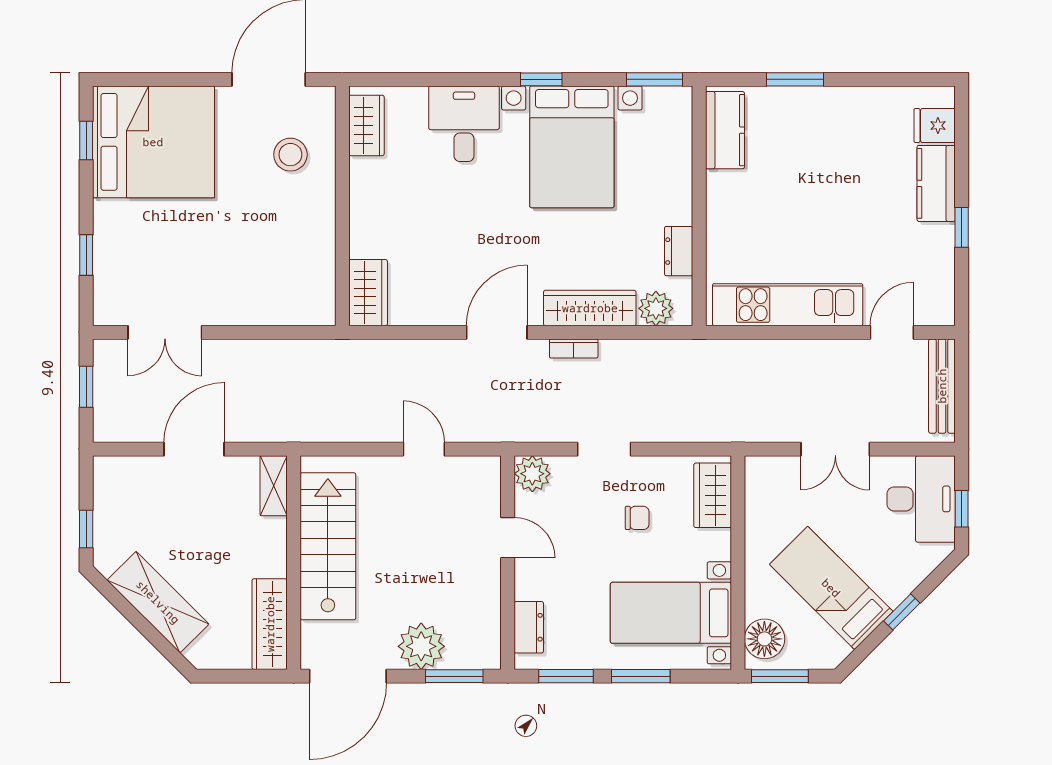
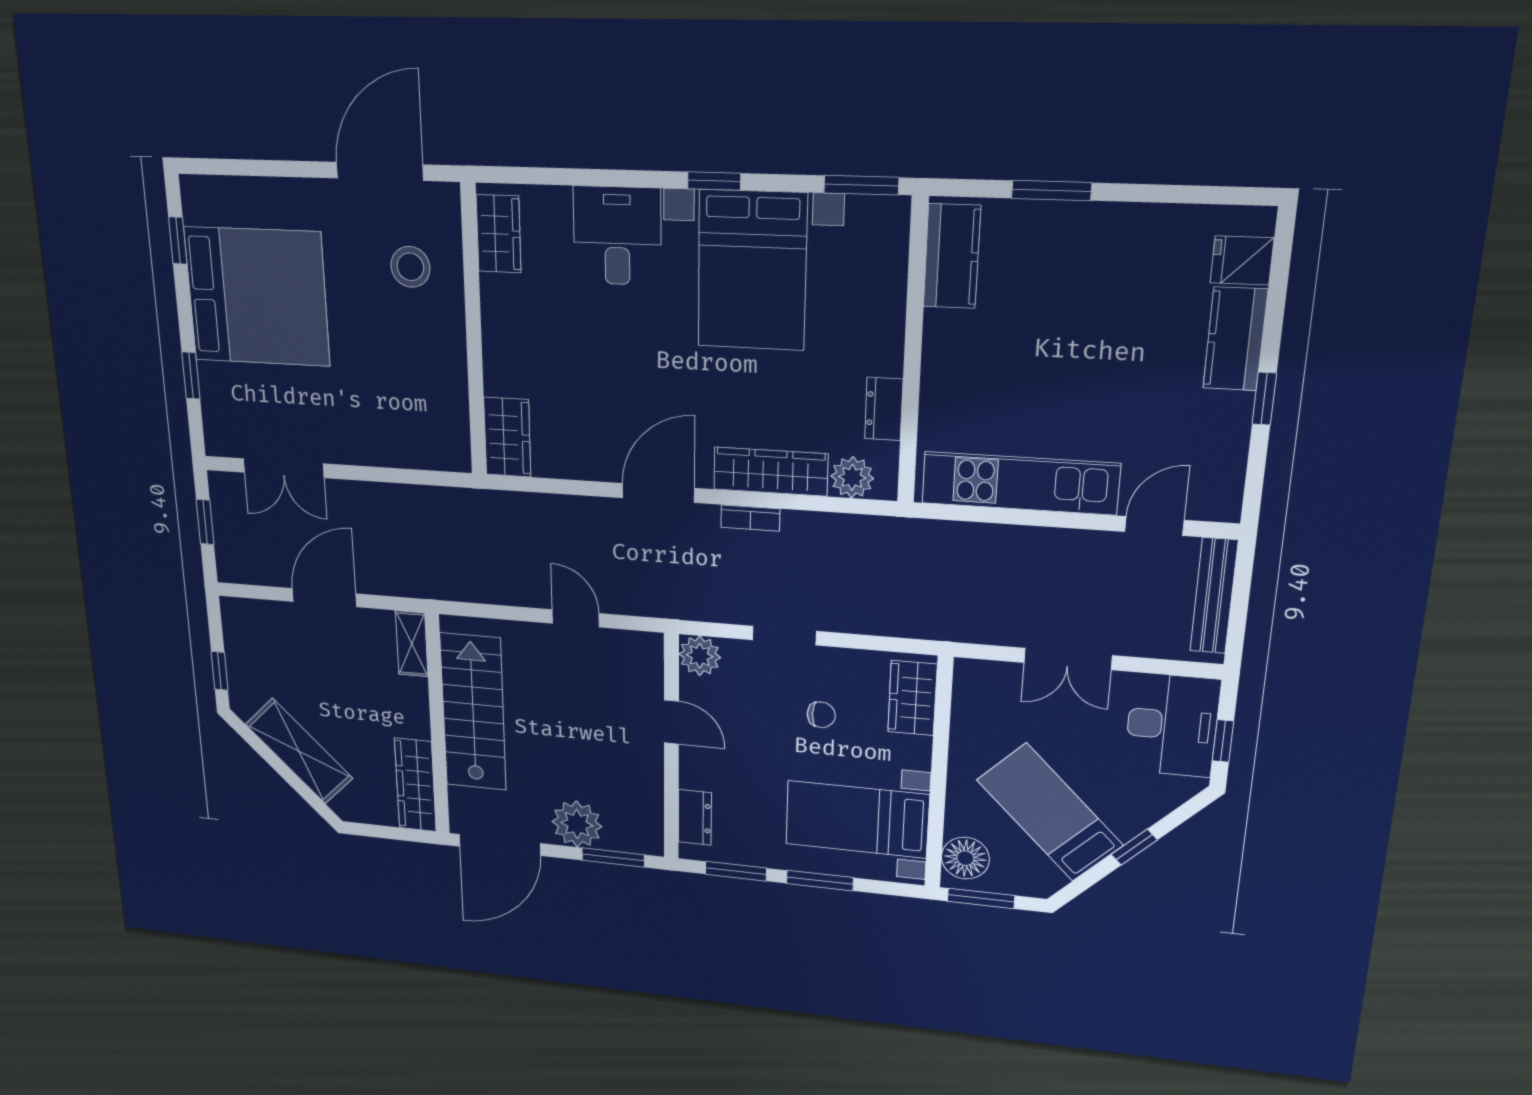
bed: (153, 142) -> (257, 297), moved

